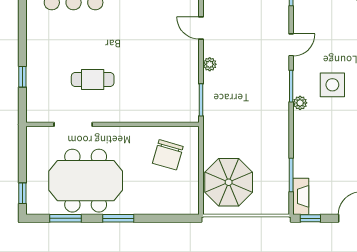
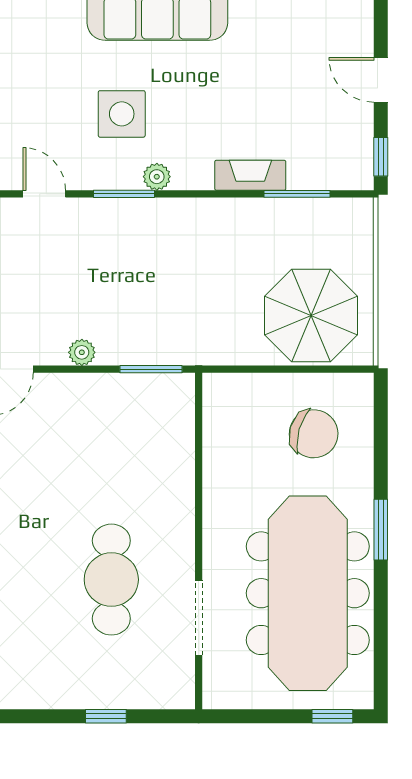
cafe table: (93, 79) -> (111, 580), width x1.37, depth x1.35
chair: (168, 155) -> (314, 434), moved
meeting table: (86, 181) -> (308, 593), width x1.36
fireplace: (301, 196) -> (250, 175), moved
window: (66, 218) -> (381, 632), removed

